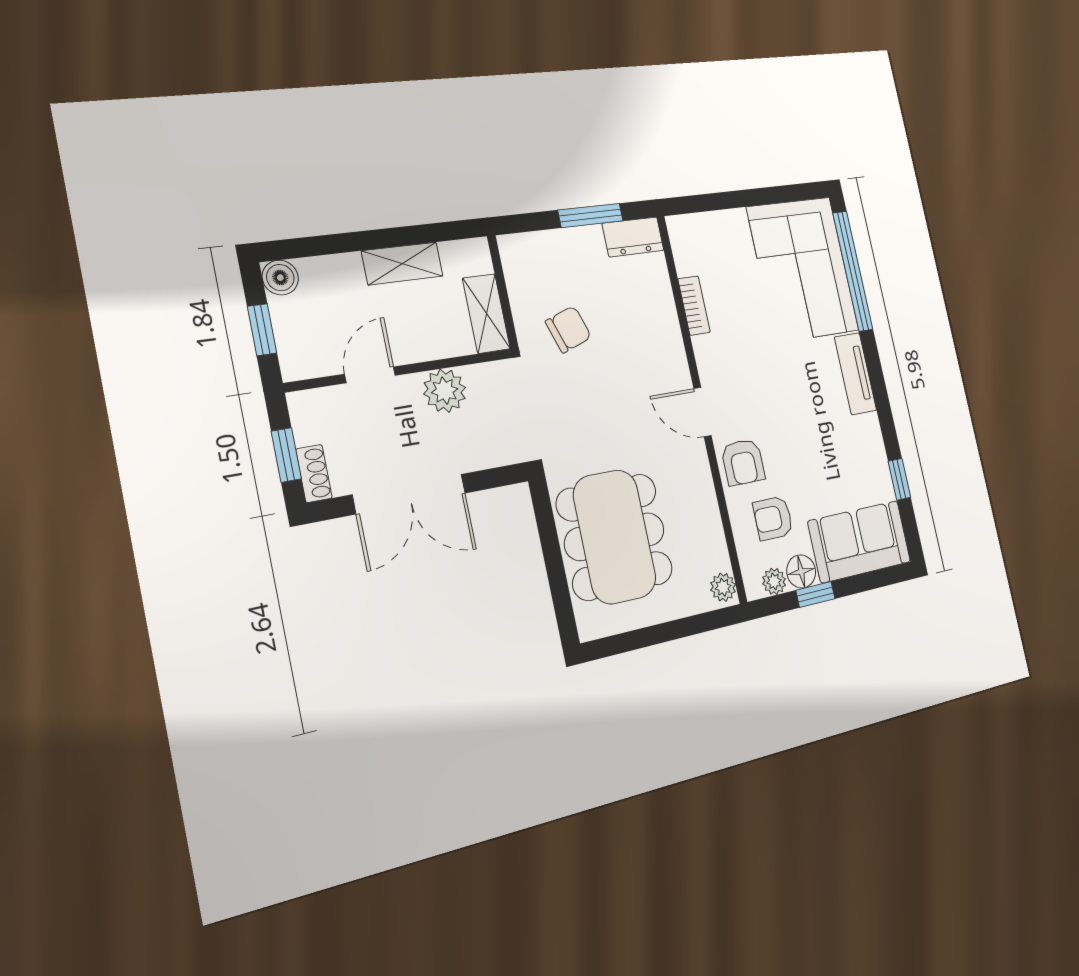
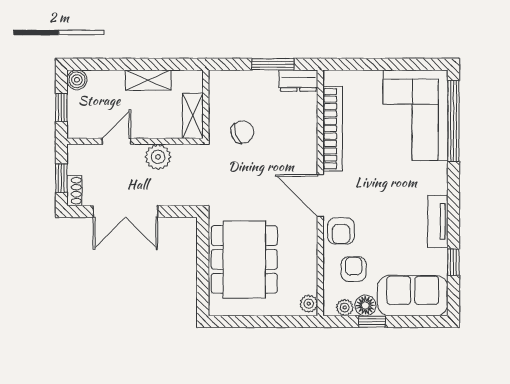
bookcase: (694, 306) -> (333, 129), width x2.31, depth x1.31
tv unit: (855, 374) -> (438, 221), moved
door: (702, 412) -> (320, 196), width x1.38
armchair: (773, 518) -> (354, 269), turned 90

